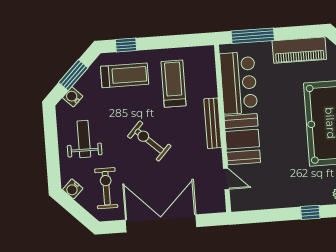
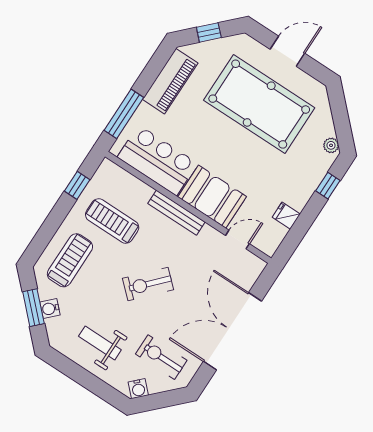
window: (126, 45) -> (77, 185), moved
water cooler: (73, 97) -> (50, 309), moved
fridge: (268, 200) -> (286, 216), added

